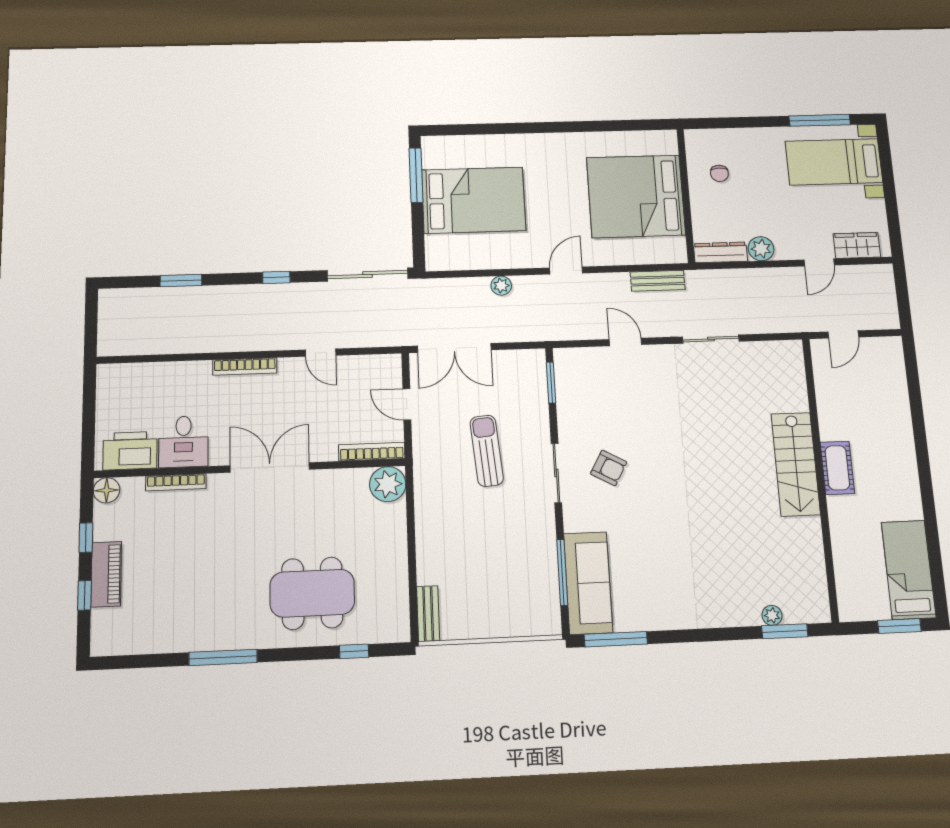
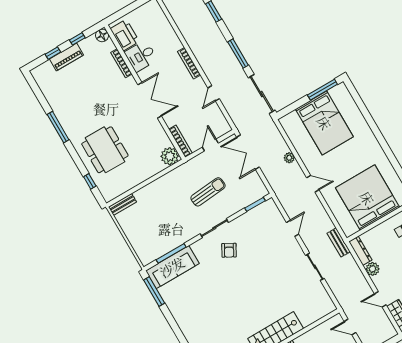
window: (276, 277) -> (238, 54), width x2.17
bench: (658, 281) -> (339, 242), moved

